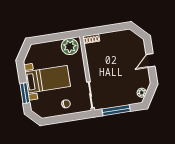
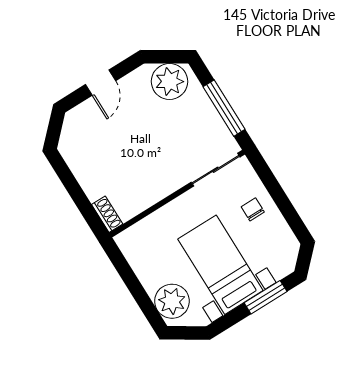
plant: (70, 46) -> (172, 301), moved
door: (150, 60) -> (101, 83), hinge flipped
plant: (142, 93) -> (169, 81), width x1.88, depth x1.88

